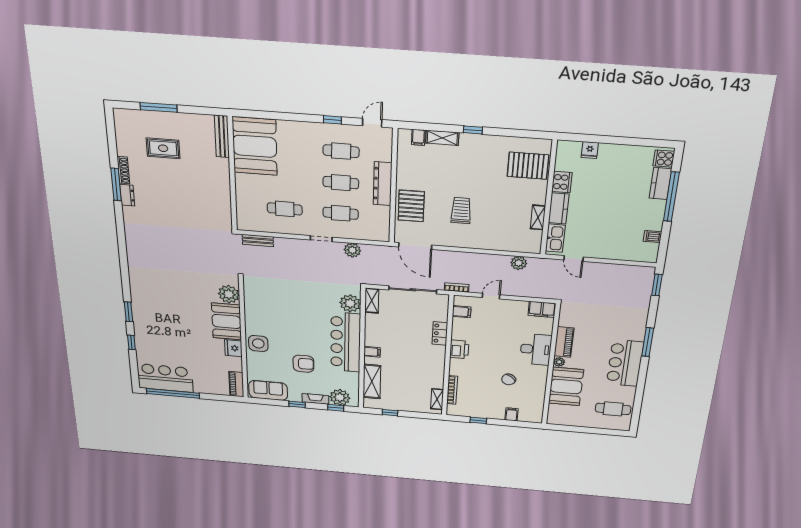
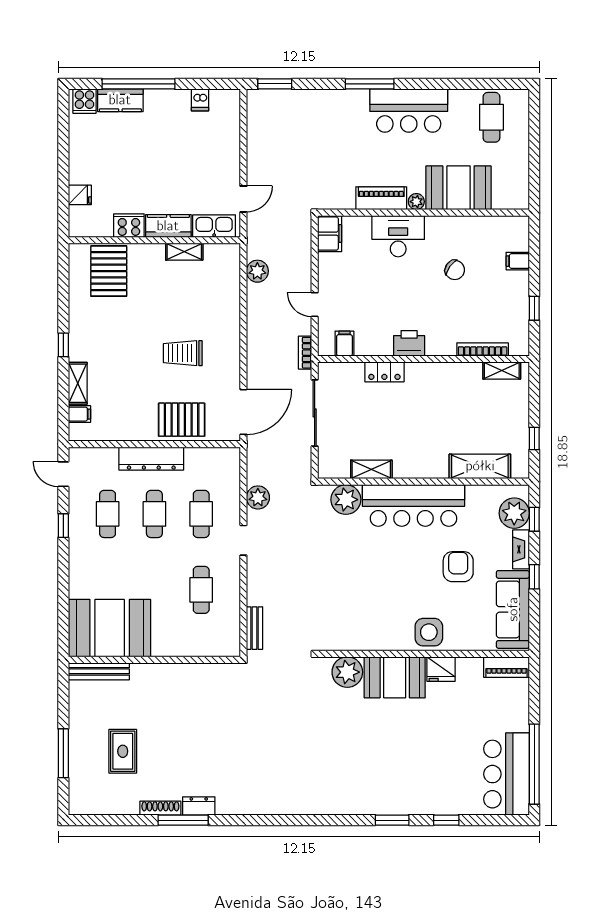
shelving: (372, 301) -> (371, 469), moved
filing cabinet: (372, 352) -> (426, 467), removed
sofa: (268, 390) -> (513, 609), width x1.36

